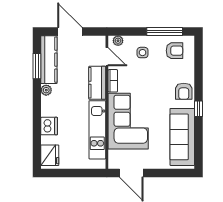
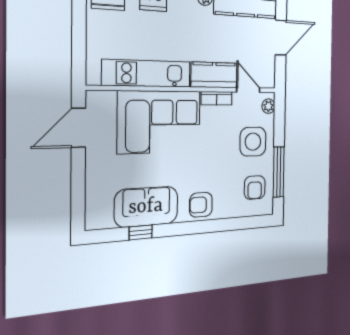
side table: (143, 53) -> (253, 142), width x1.87, depth x1.87
door: (107, 57) -> (248, 90), swing flipped
window: (199, 109) -> (141, 232), moved
sofa: (182, 137) -> (146, 207), width x0.73

